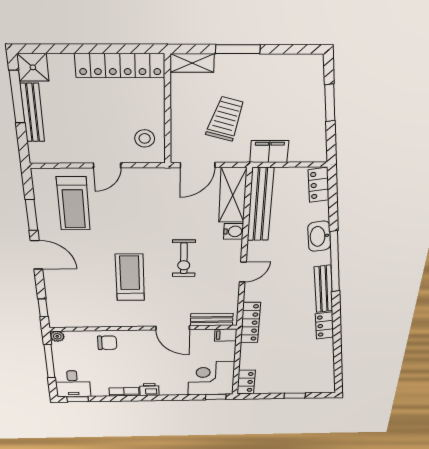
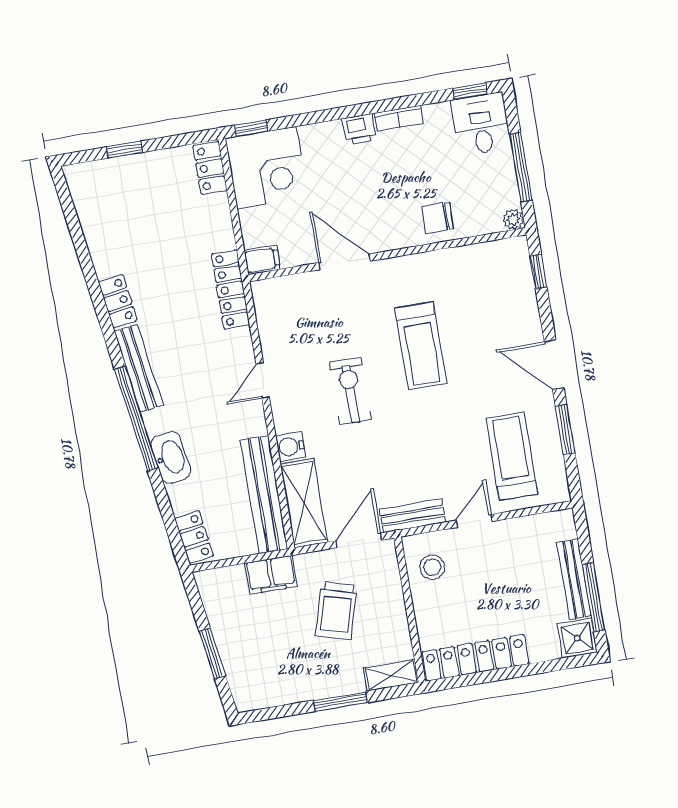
bench: (212, 320) -> (413, 516), moved

